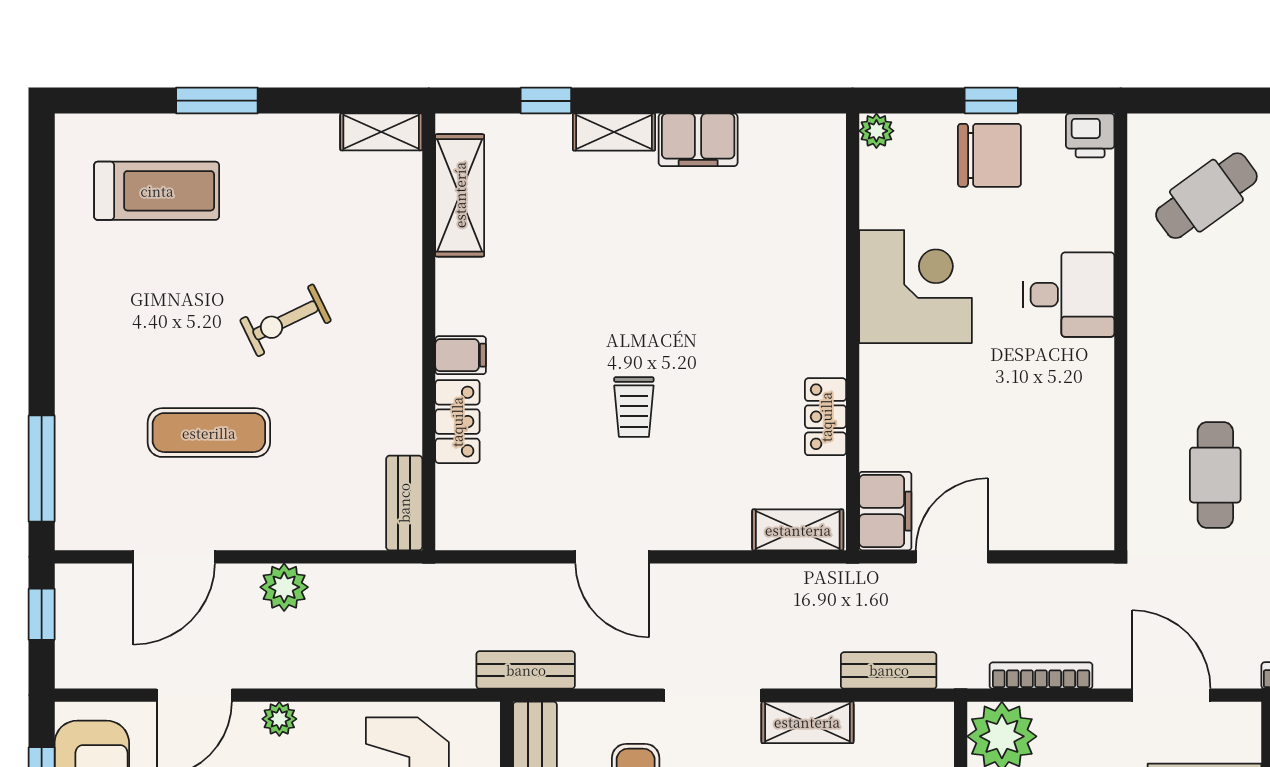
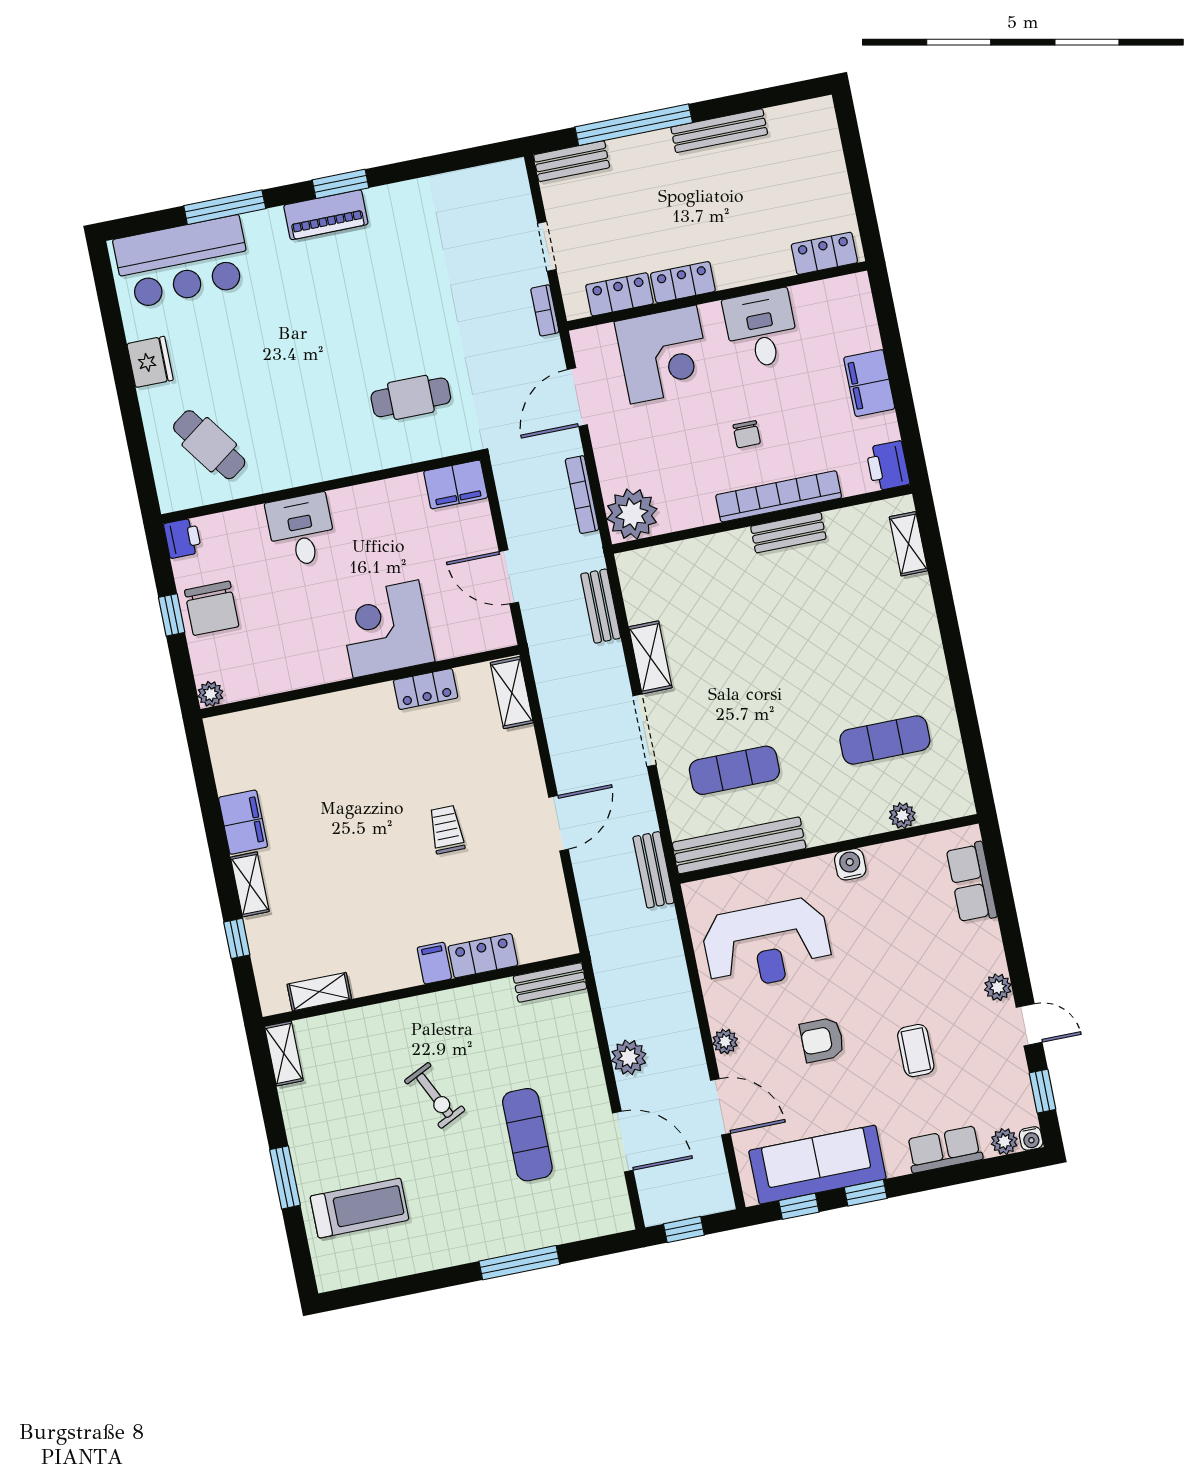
chair: (989, 155) -> (212, 608), turned 180
treadmill: (157, 191) -> (359, 1208), turned 90
shelving: (460, 195) -> (319, 992), width x0.67, depth x0.75
corner desk: (916, 287) -> (386, 629), moved
trolley: (634, 407) -> (447, 830), turned -90
window: (42, 469) -> (519, 1263), moved
filing cabinet: (885, 511) -> (456, 484), moved, turned 180

